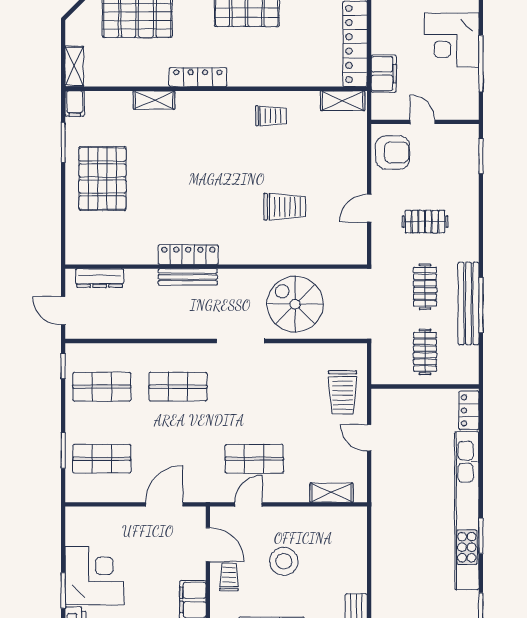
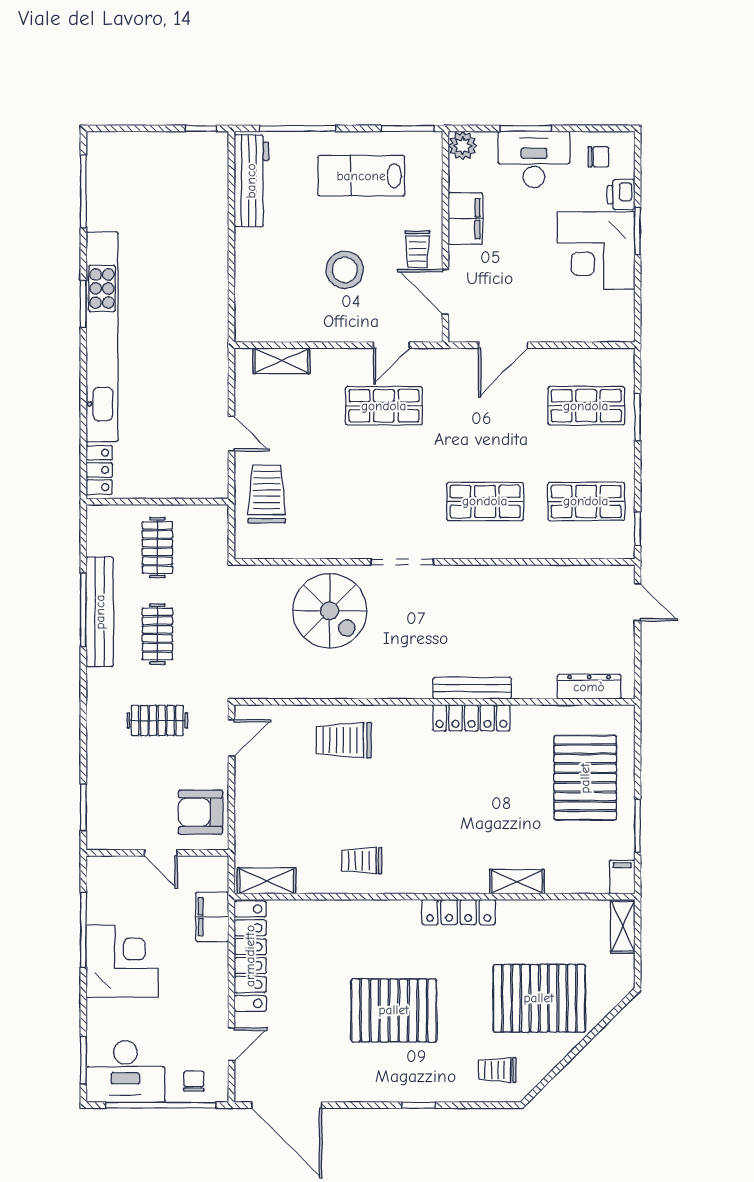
locker: (188, 255) -> (471, 718), moved
wall: (216, 267) -> (434, 702), moved
bench: (188, 277) -> (472, 688), moved
dresser: (100, 278) -> (589, 687), moved

